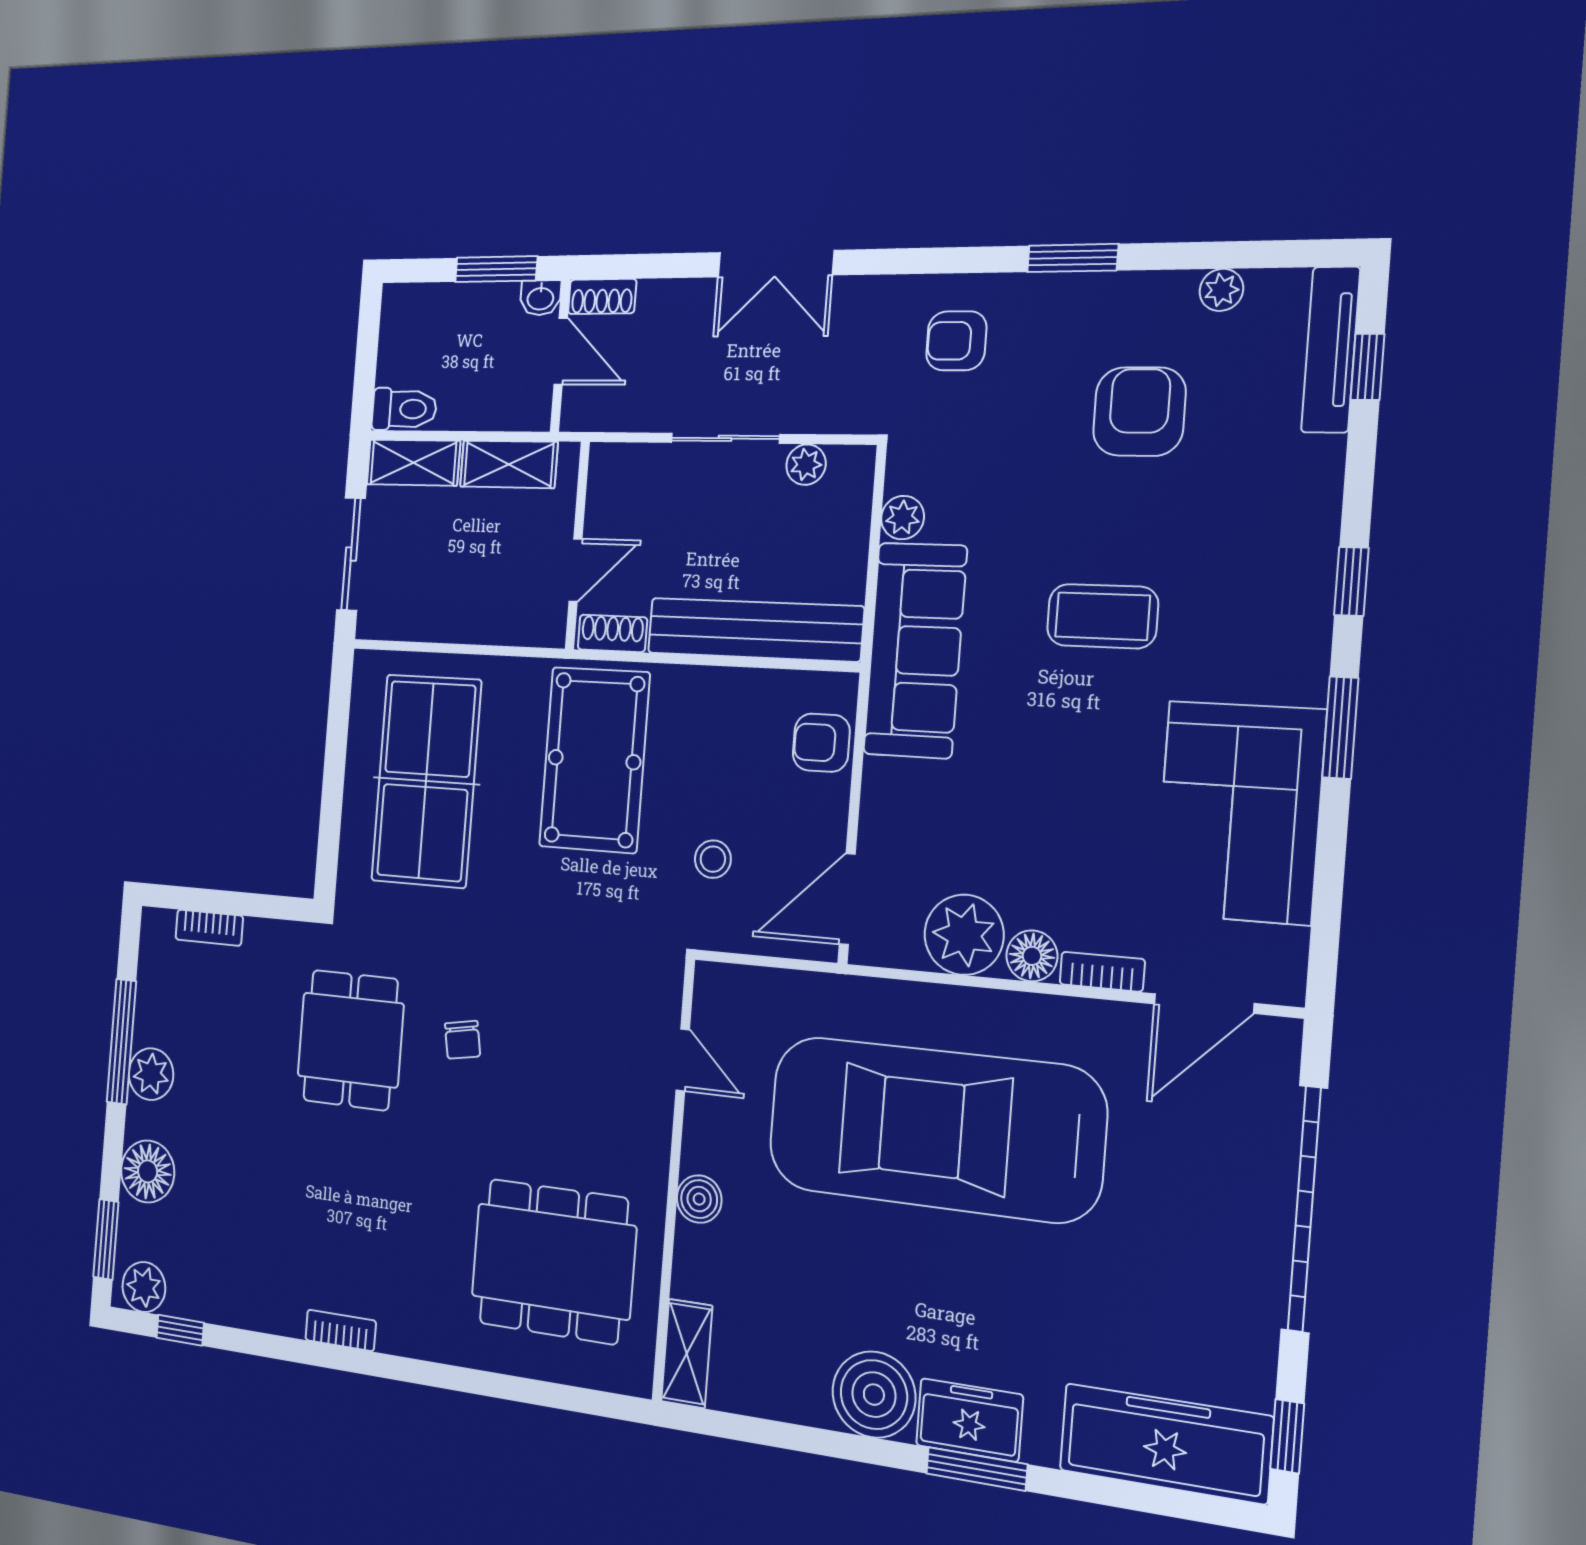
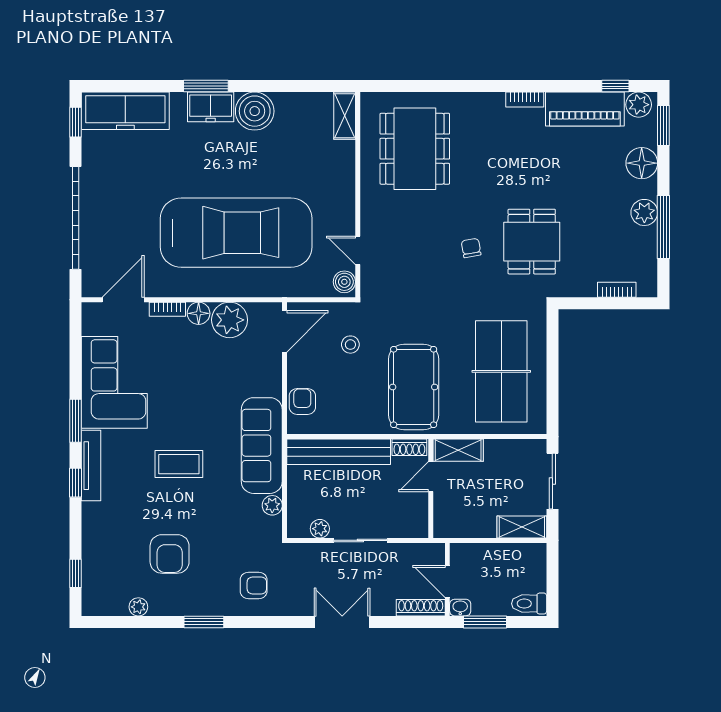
shoe rack: (602, 297) -> (421, 608), width x1.43
tv unit: (1331, 350) -> (91, 466), moved
toilet: (404, 409) -> (529, 604), moved
shelving: (509, 464) -> (458, 450), moved
armchair: (821, 743) -> (302, 401), turned -90
boiler: (699, 1199) -> (344, 282), moved
dining table: (553, 1261) -> (415, 149), turned 90
piano: (236, 1294) -> (585, 109), added

